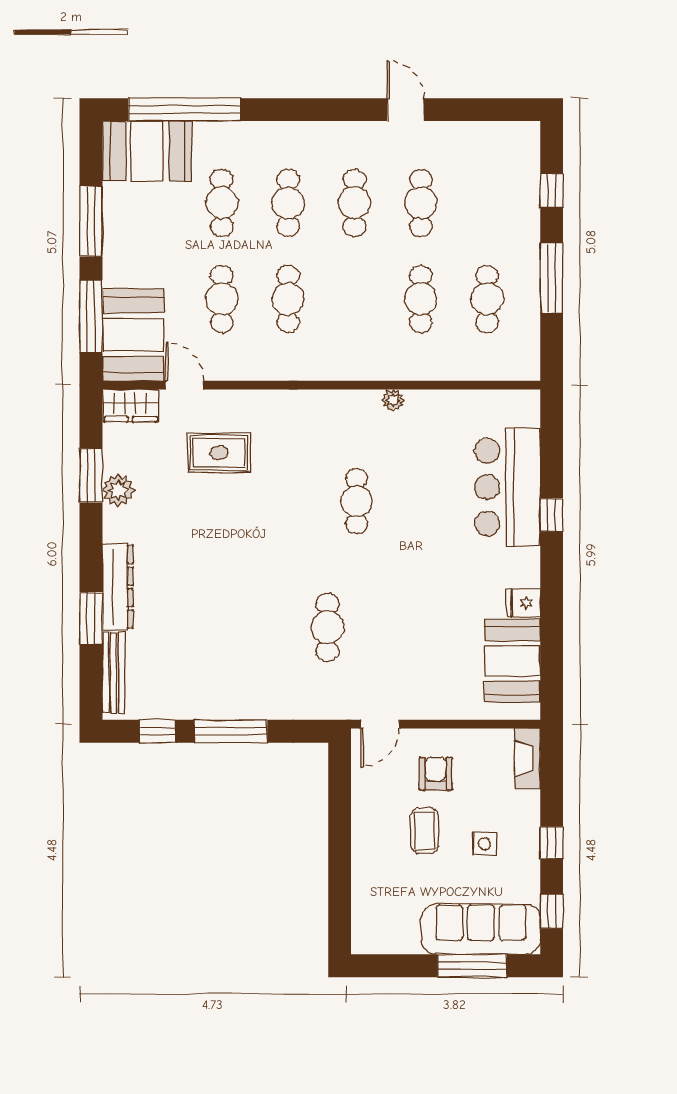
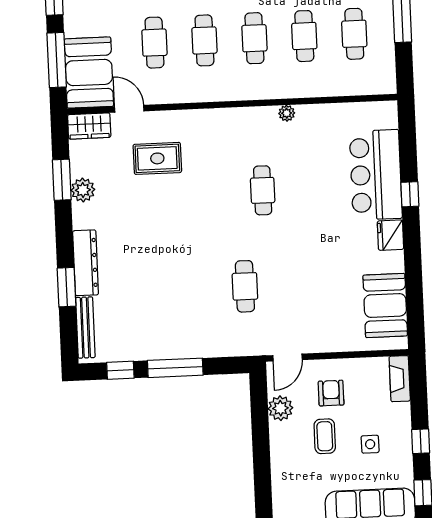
cafe table: (354, 299) -> (254, 38), added
fridge: (523, 603) -> (390, 235), moved, width x1.38
plant: (368, 791) -> (280, 408), added

